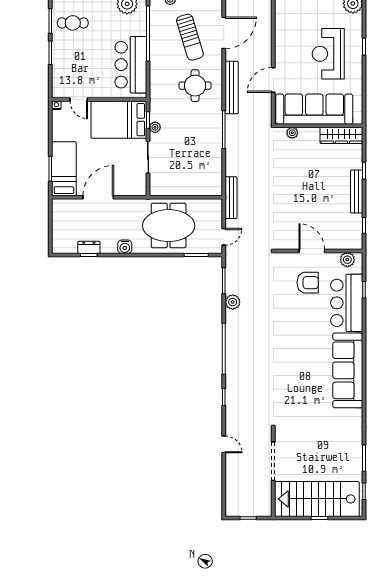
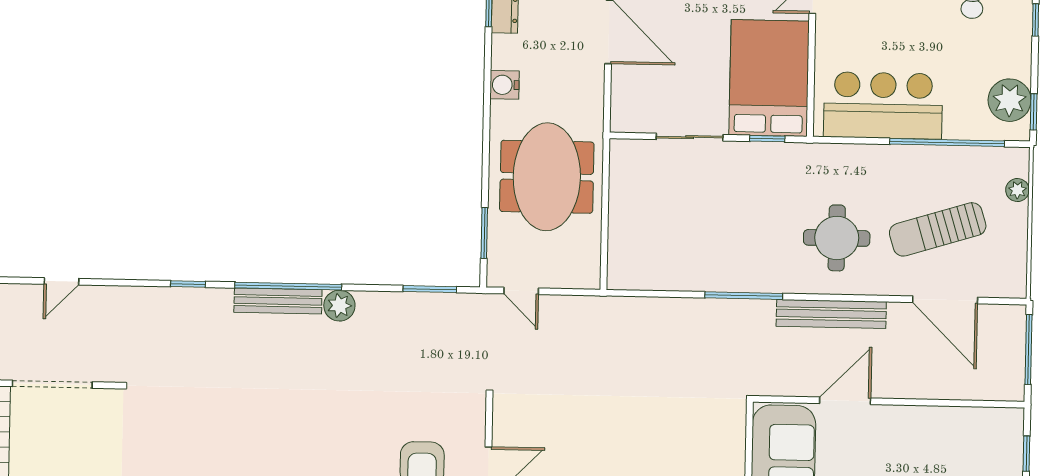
door: (273, 80) -> (845, 401), hinge flipped
plant: (155, 127) -> (752, 153), removed
plant: (292, 133) -> (734, 438), removed
bench: (231, 198) -> (278, 301), moved
plant: (233, 302) -> (339, 306), moved
door: (224, 444) -> (61, 281), moved

